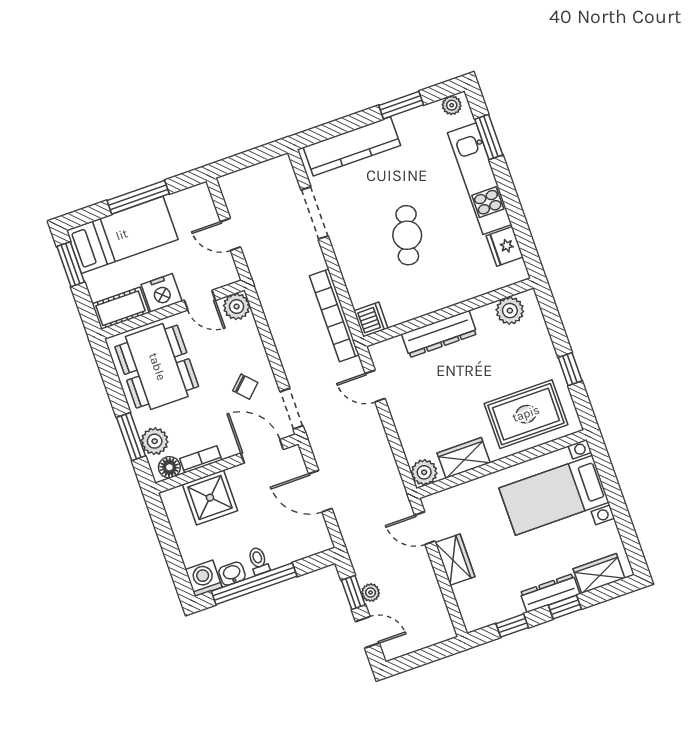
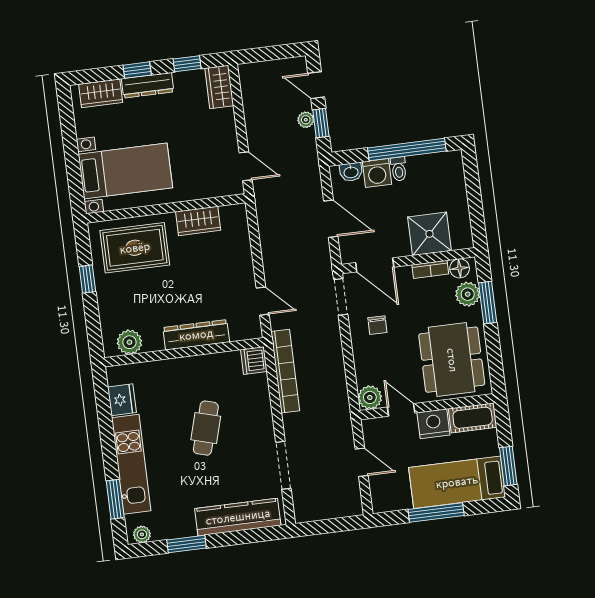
chair: (245, 387) -> (377, 325), turned -136
plant: (424, 472) -> (236, 216), removed
wardrobe: (455, 560) -> (219, 87), moved
washbasin: (232, 574) -> (351, 172), moved
washing machine: (204, 578) -> (377, 173), moved

